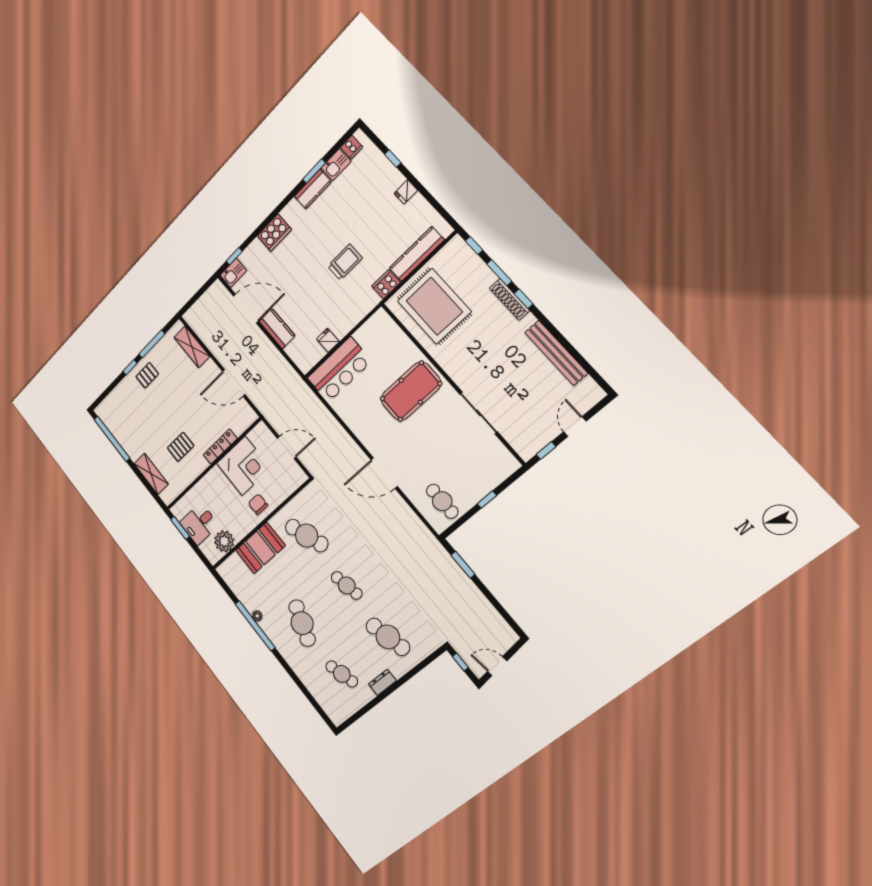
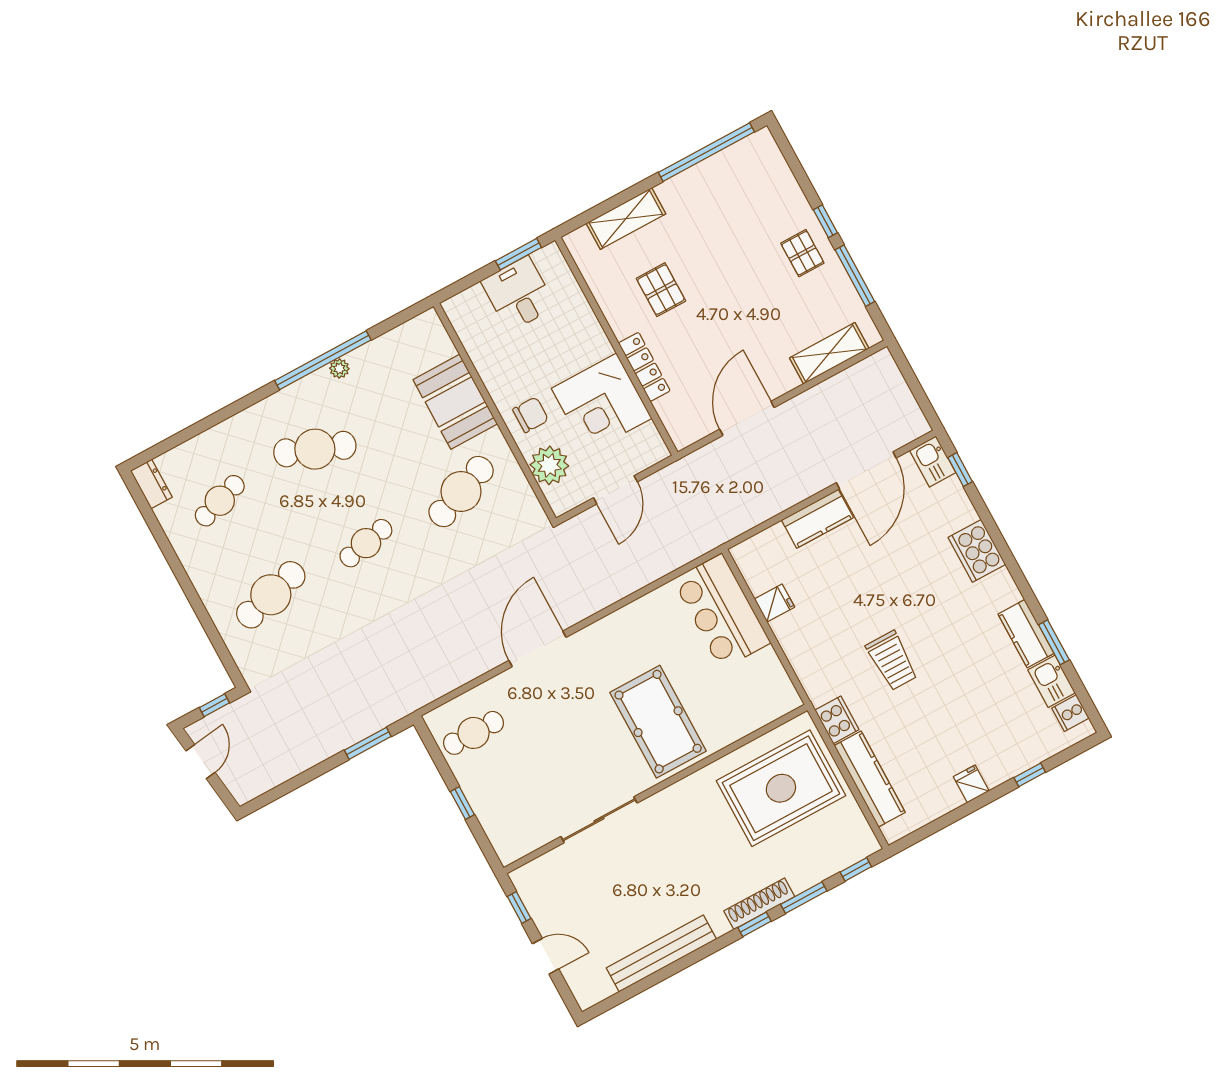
plant: (224, 541) -> (549, 465), moved
dresser: (382, 682) -> (151, 484), moved

